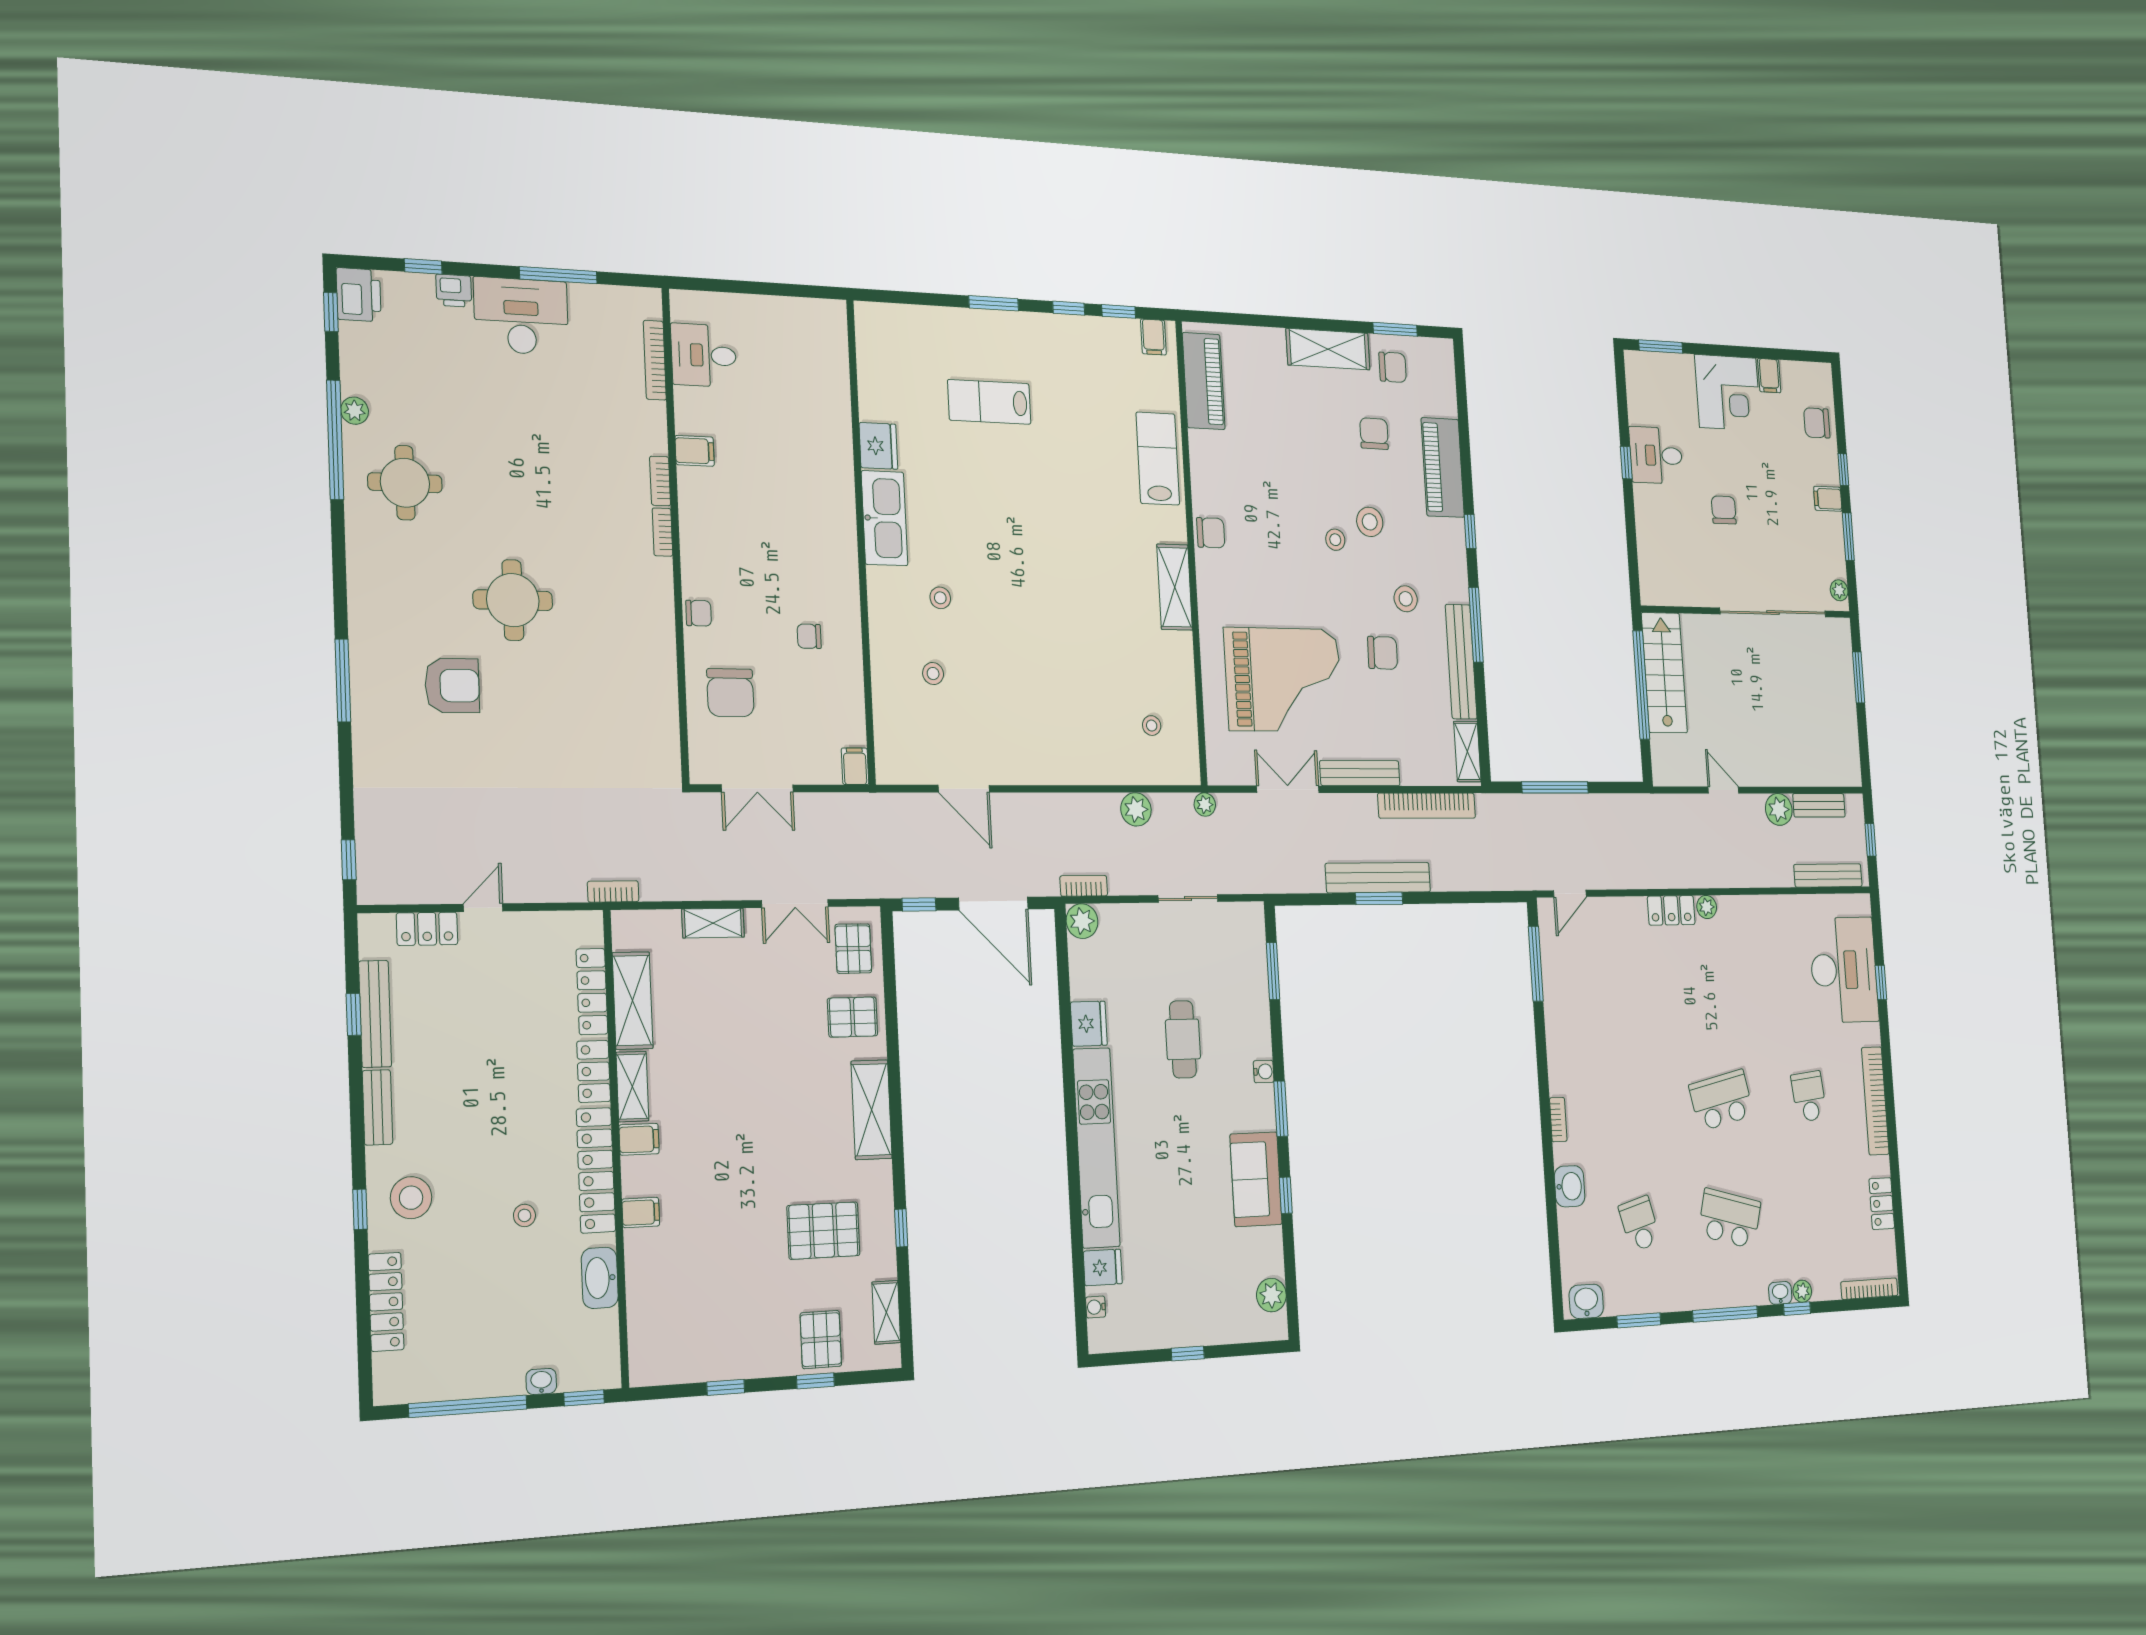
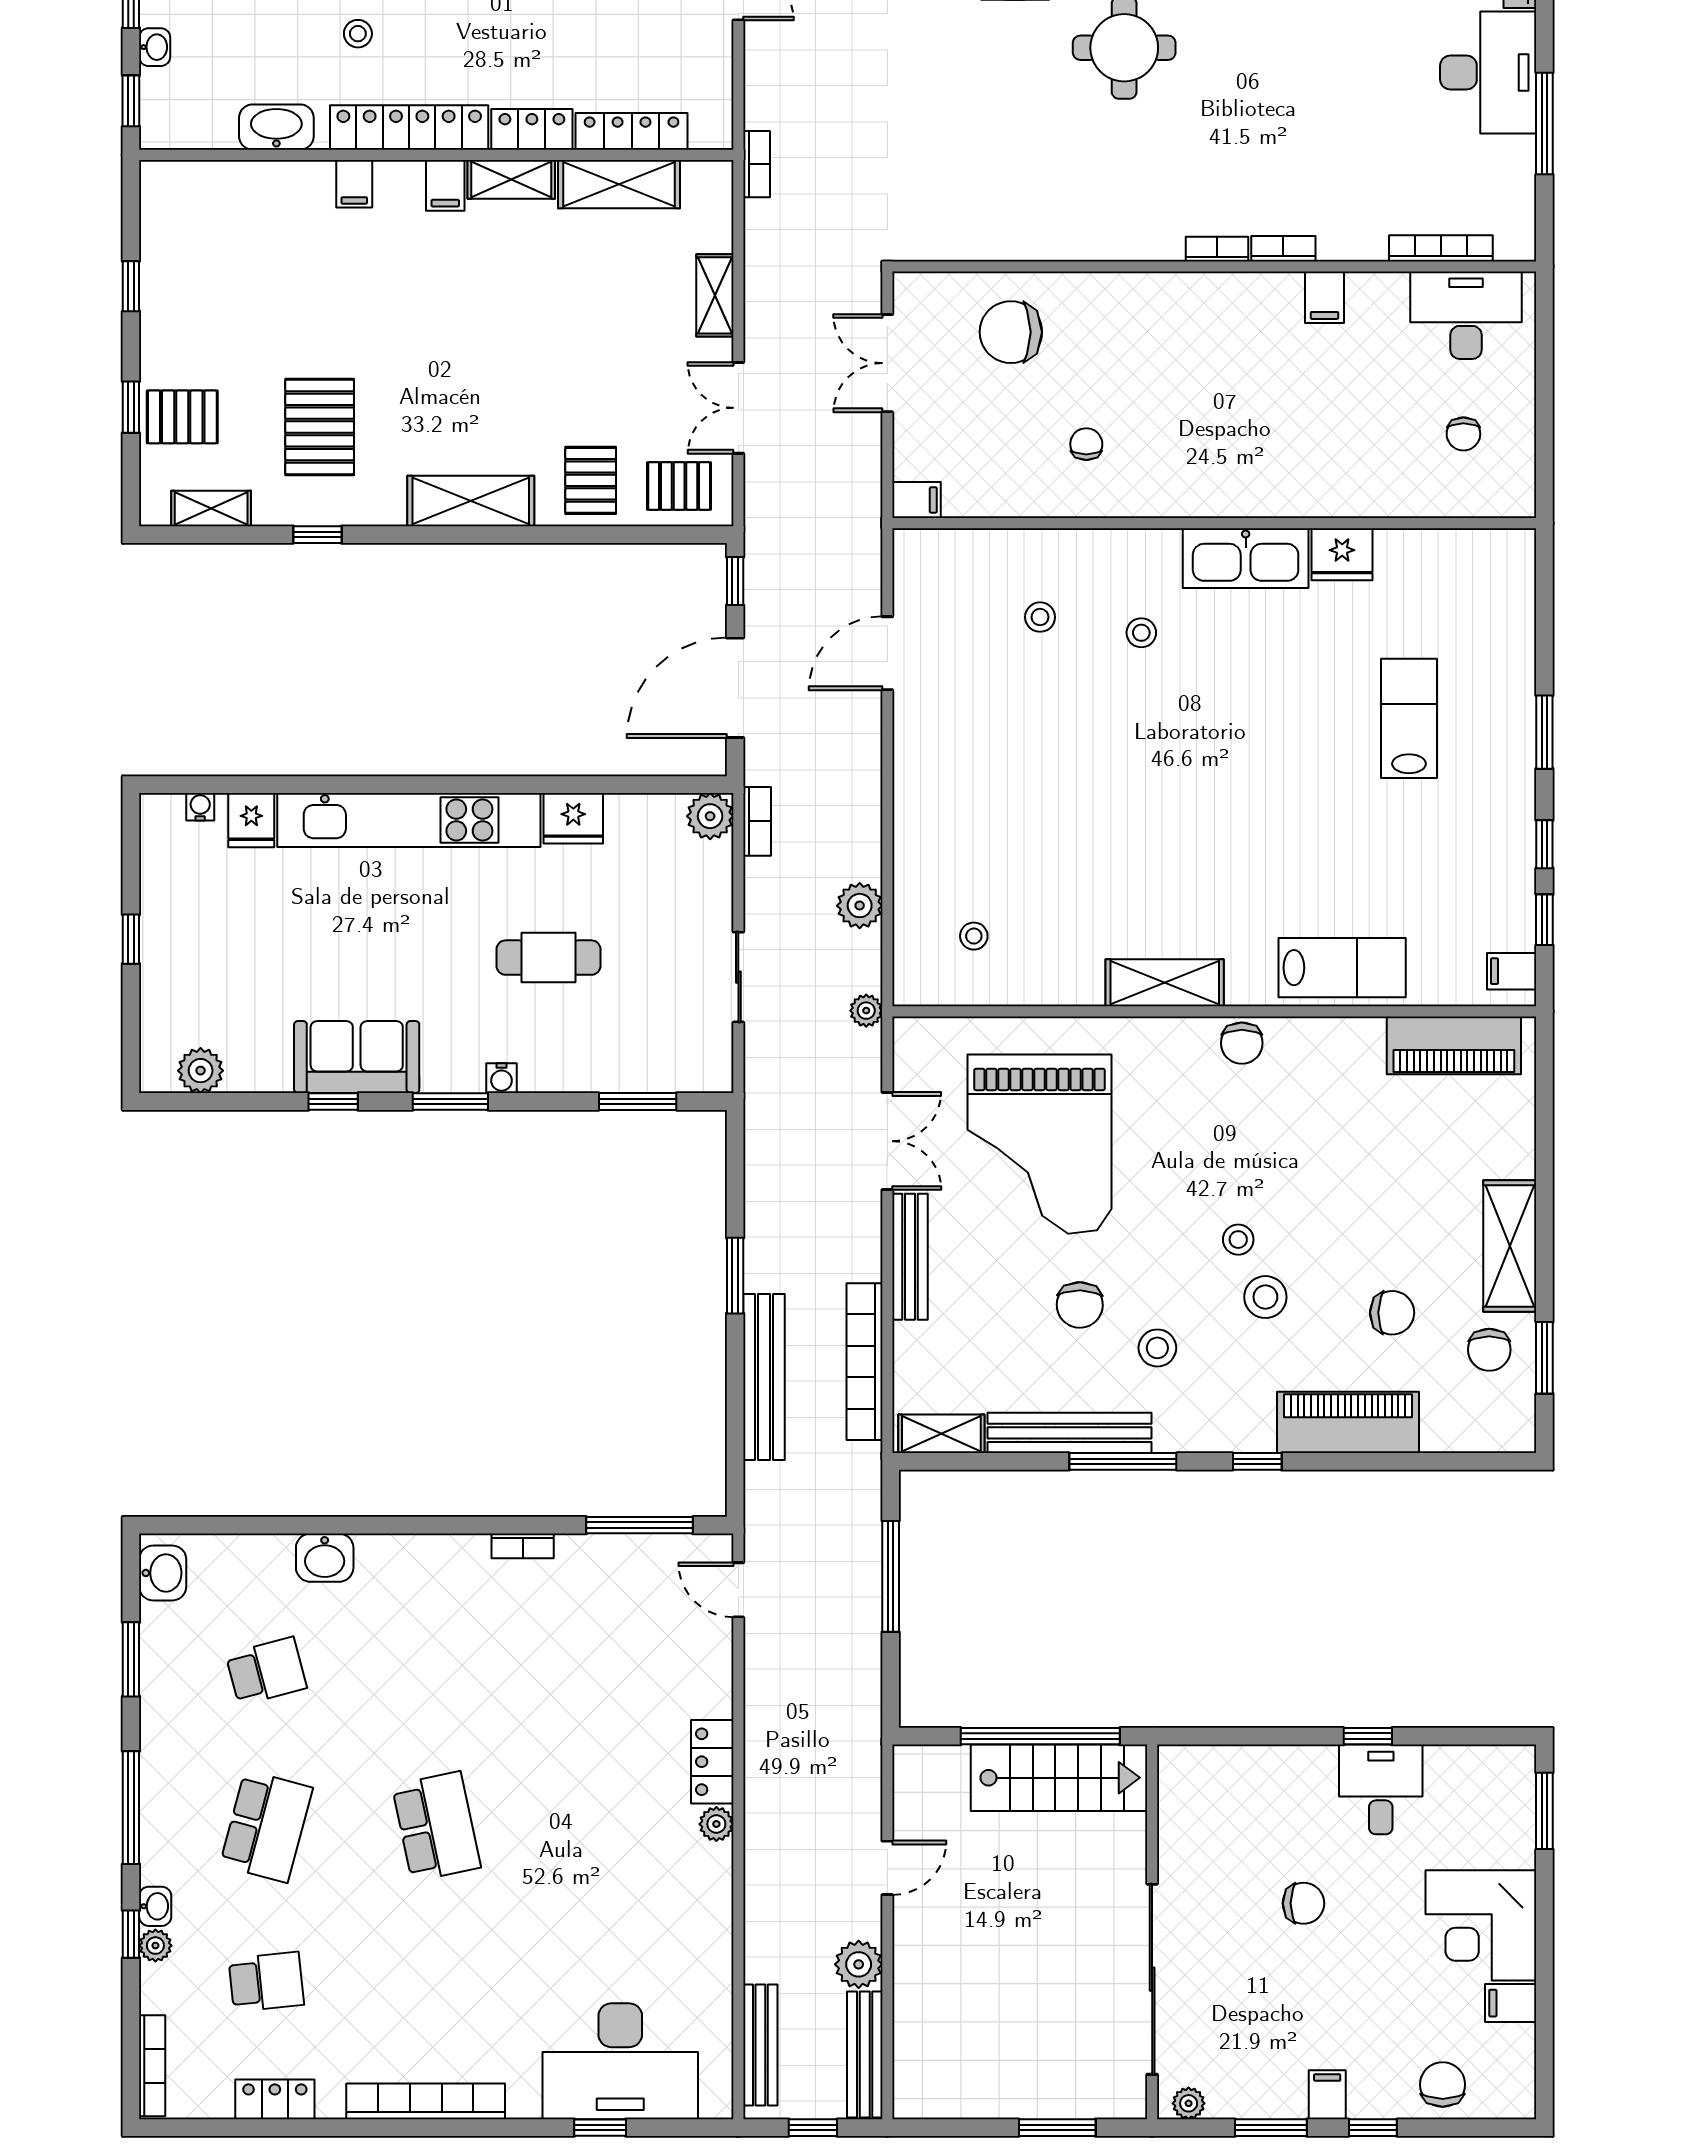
desk: (704, 355) -> (1466, 315), width x1.37
chair: (699, 613) -> (1463, 434), moved
bench: (1819, 805) -> (865, 2054), width x1.36
bench: (1378, 878) -> (764, 1377), moved
school desk: (1809, 1096) -> (266, 1982), moved
bookcase: (1558, 1120) -> (523, 1546), moved

